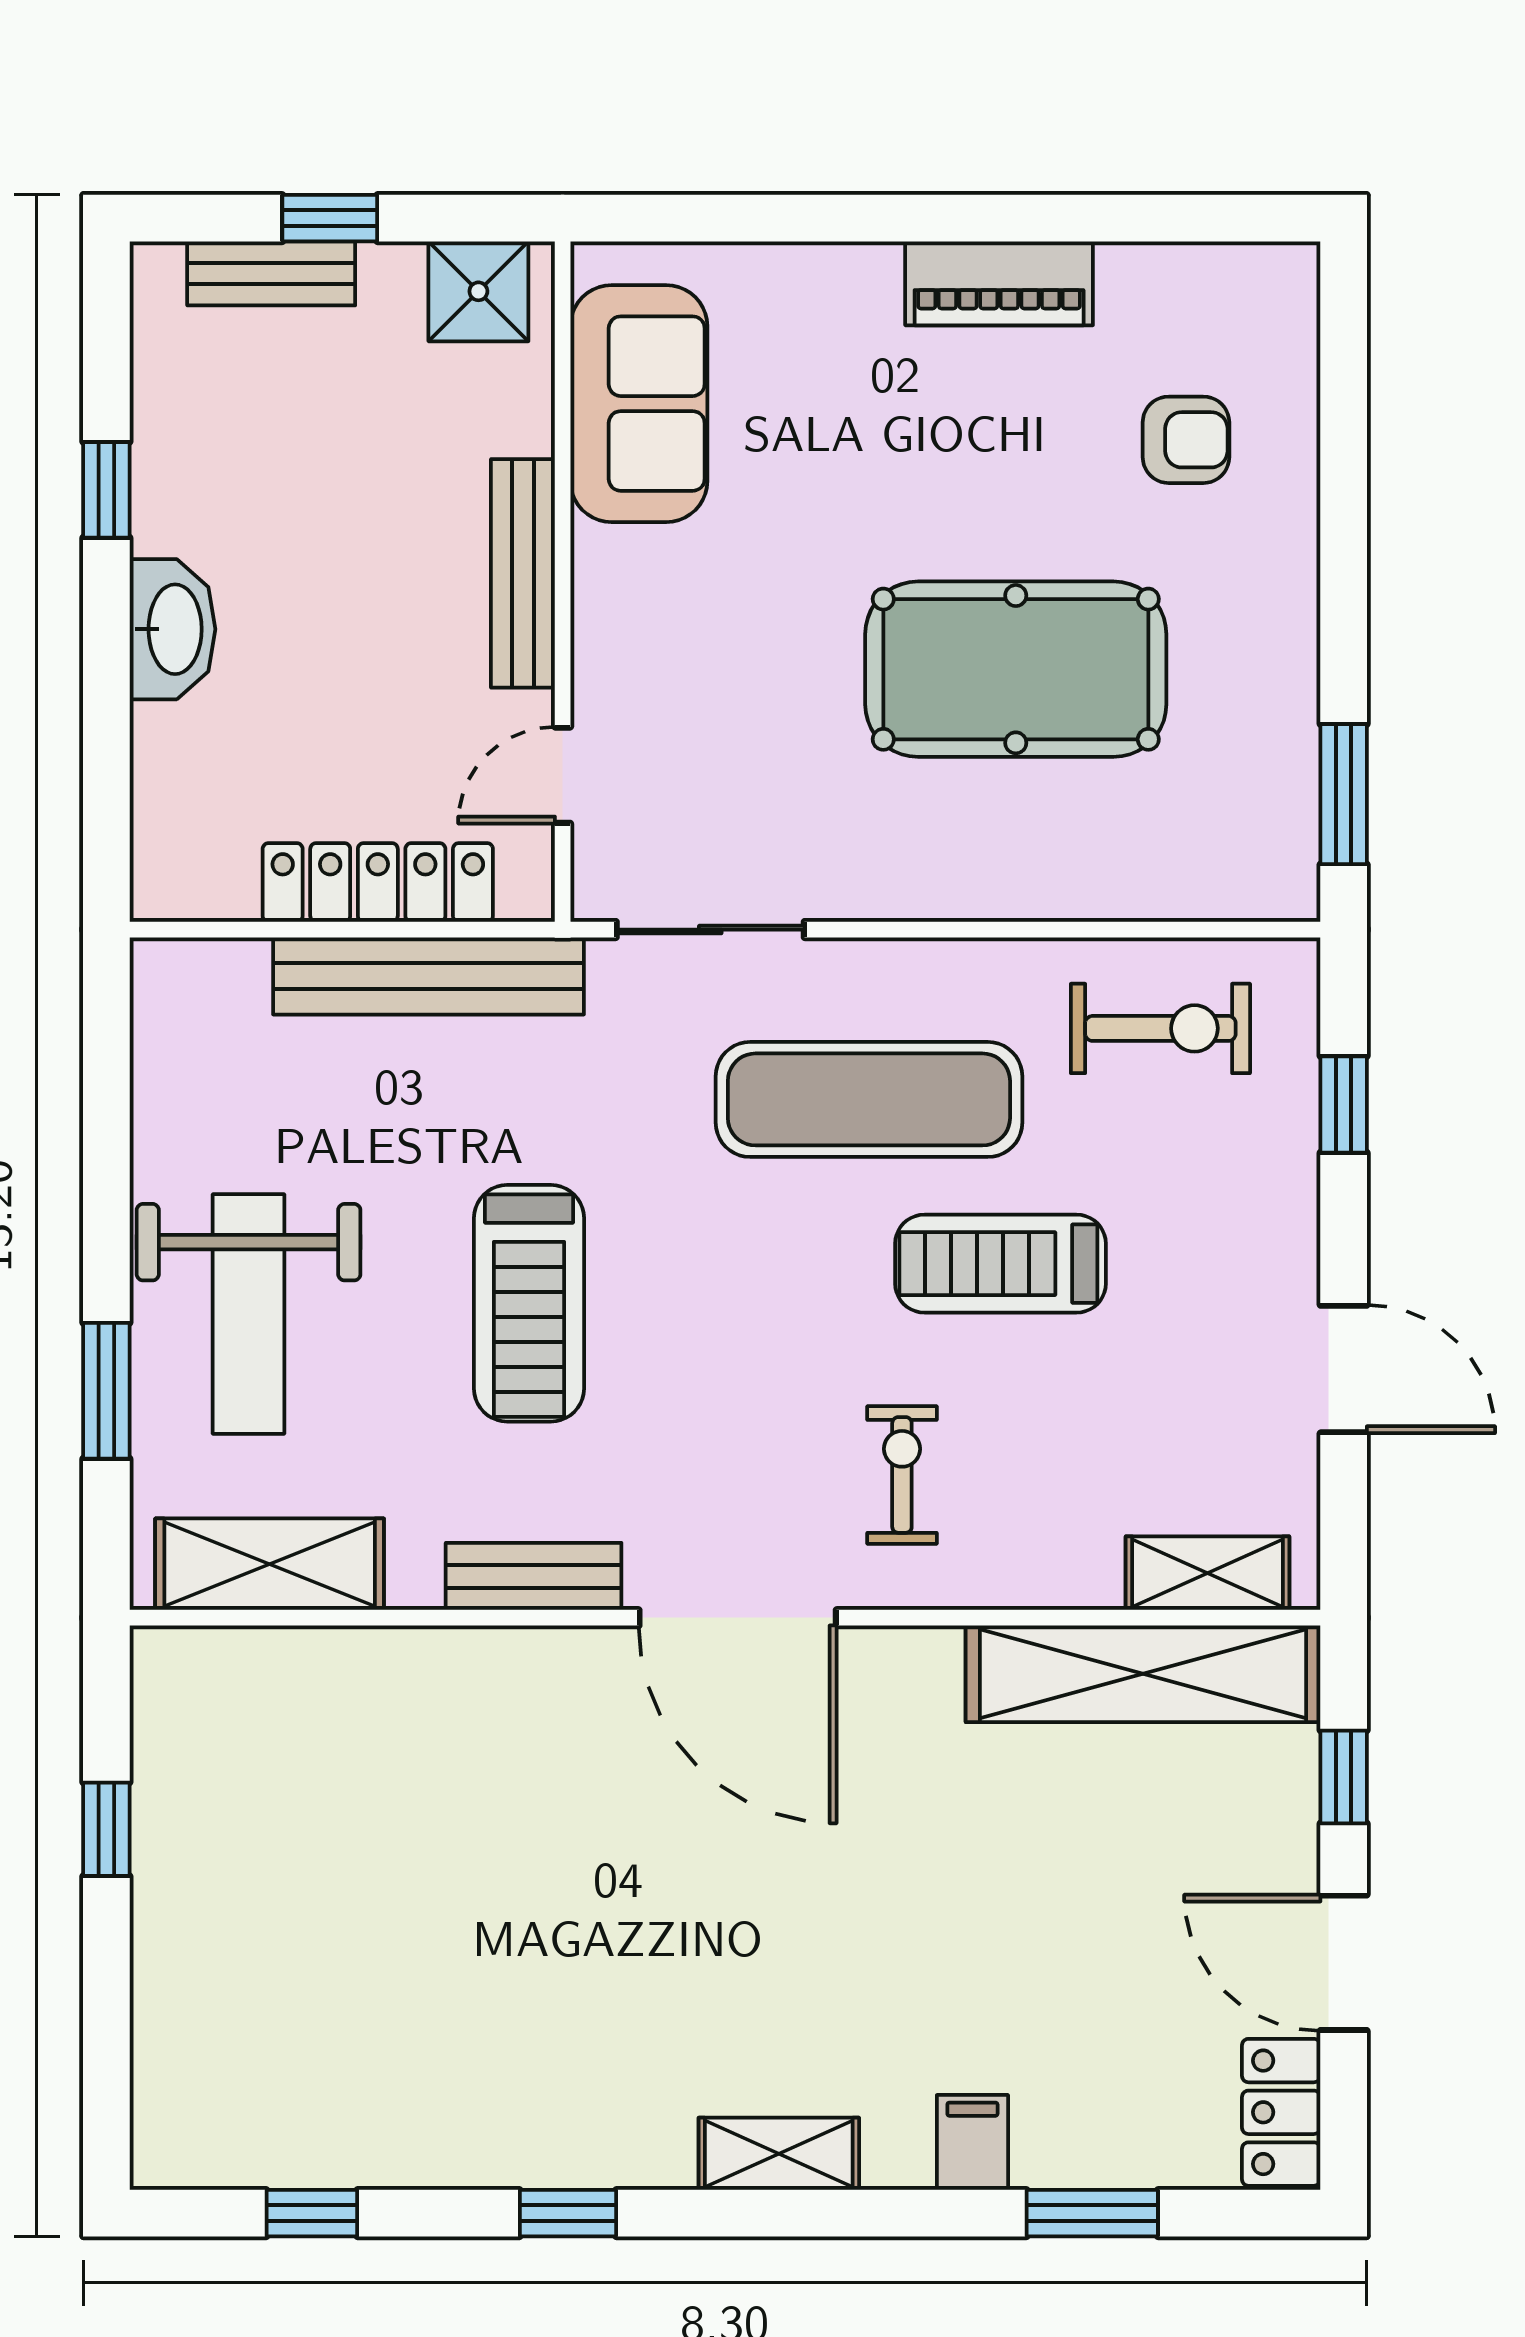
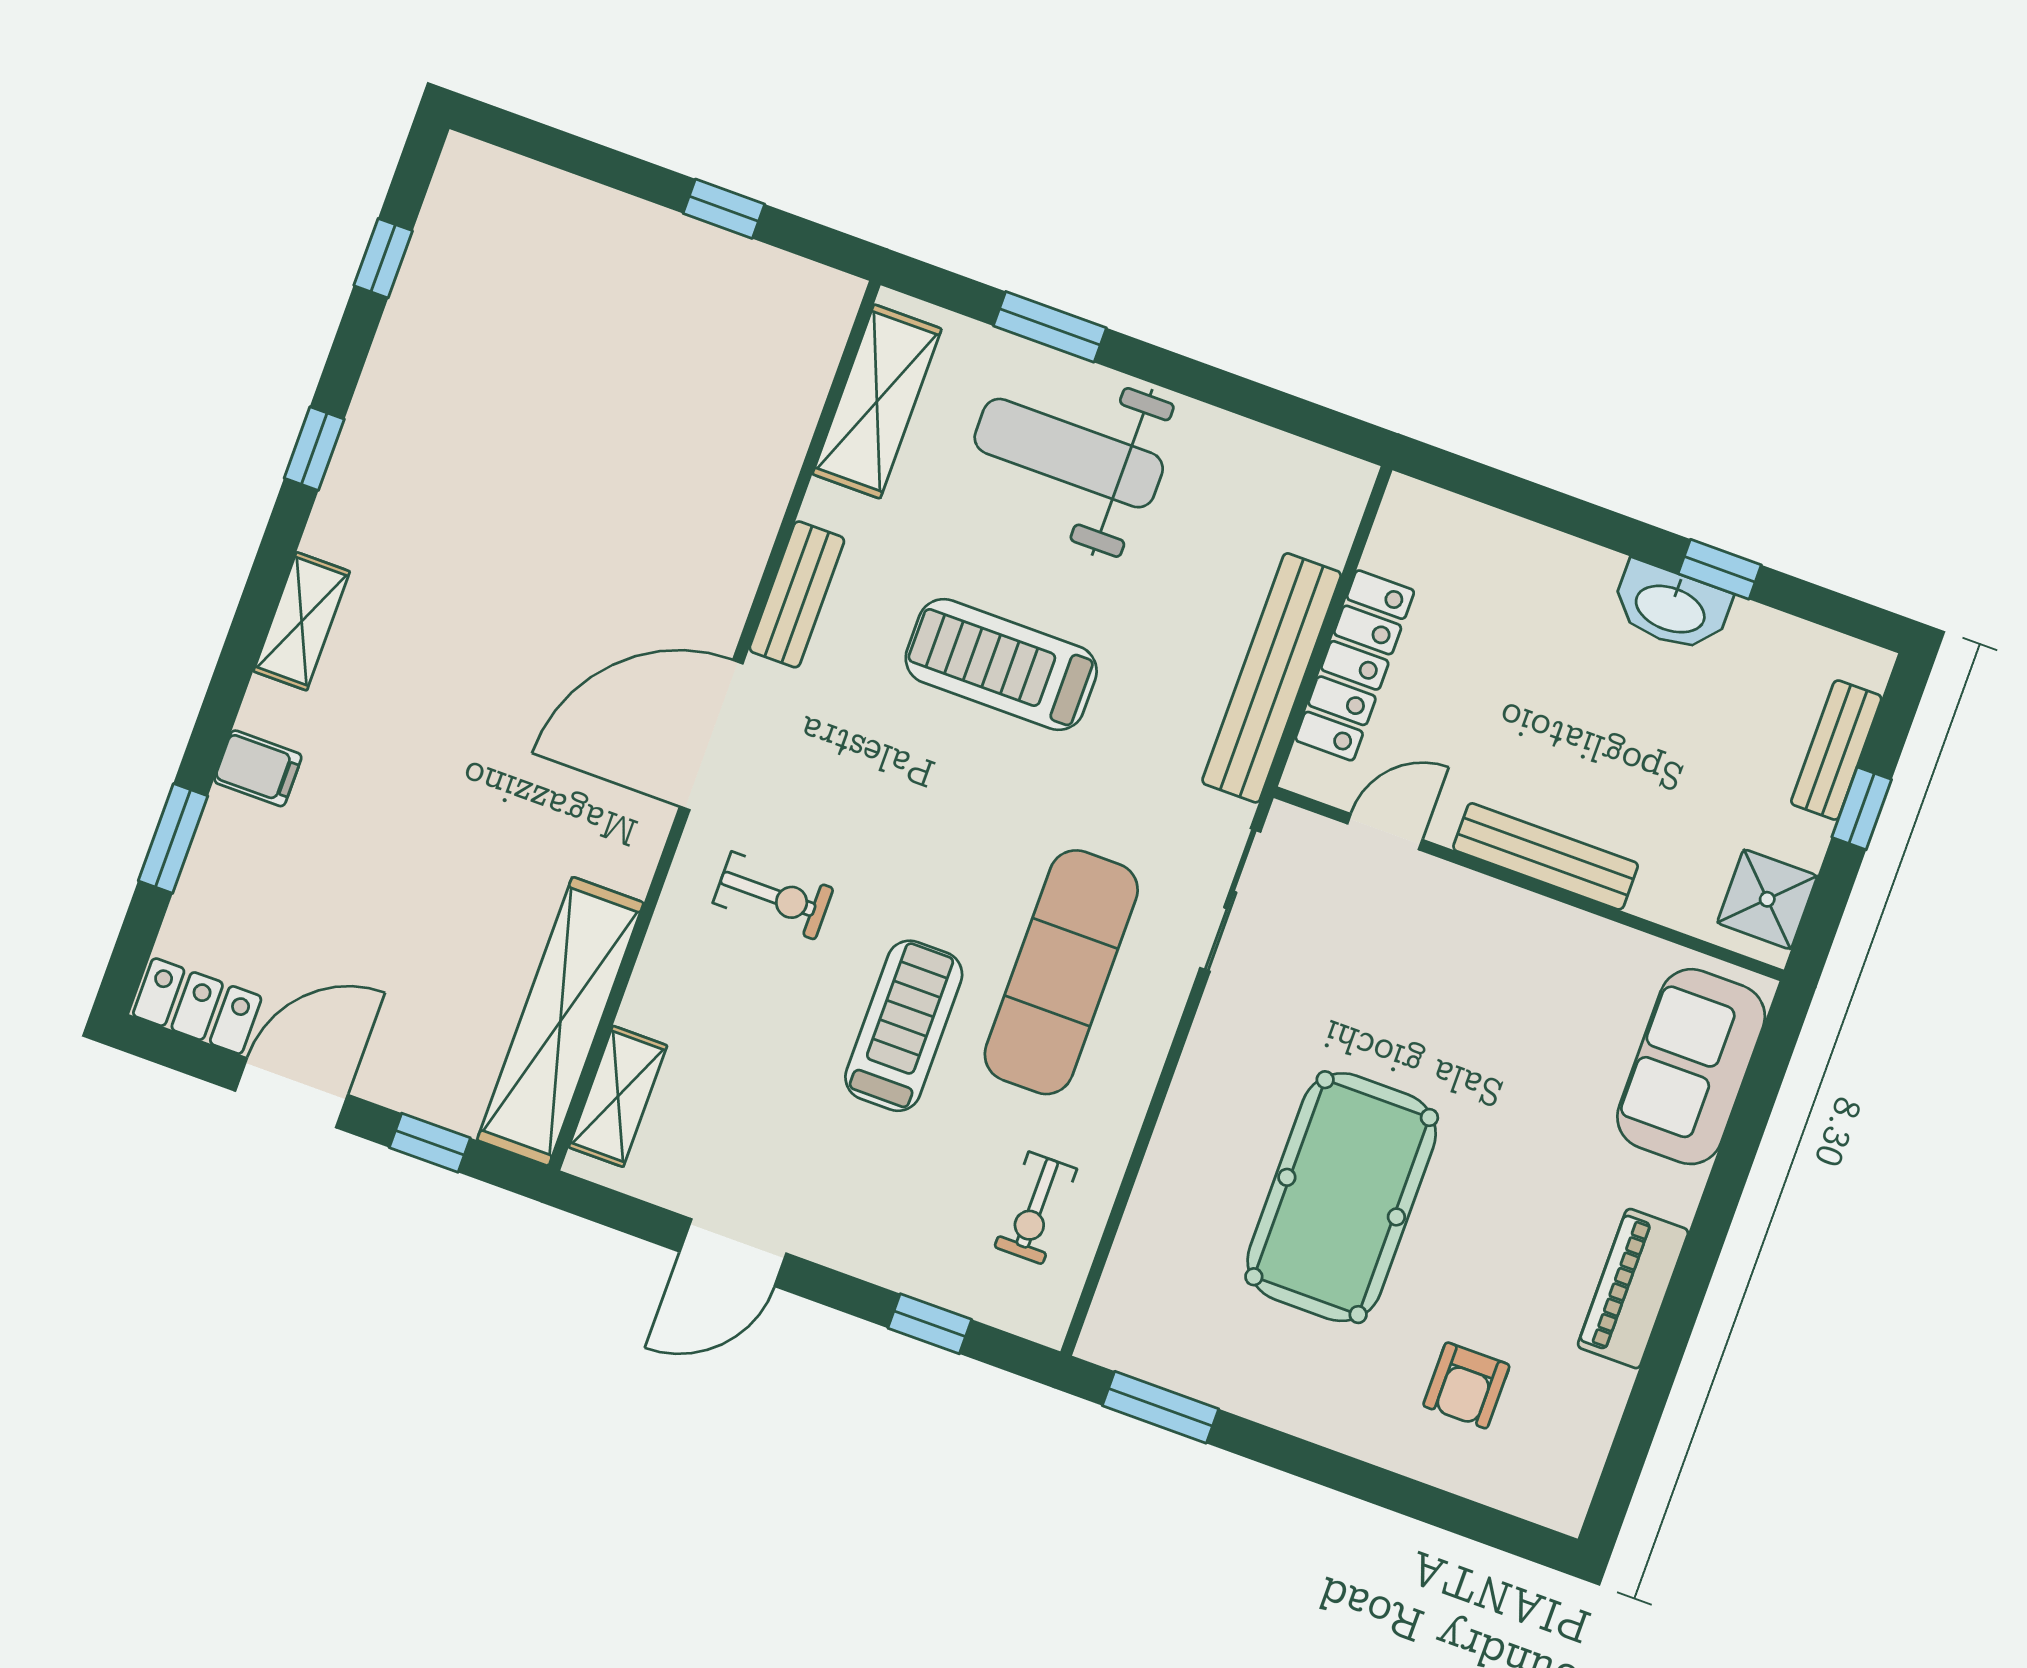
sofa: (639, 404) -> (1691, 1067), moved, turned 90
washbasin: (172, 629) -> (1671, 607), moved
door: (563, 775) -> (1385, 832), hinge flipped
exercise bike: (1160, 1028) -> (1036, 1208), width x0.73, depth x0.72

